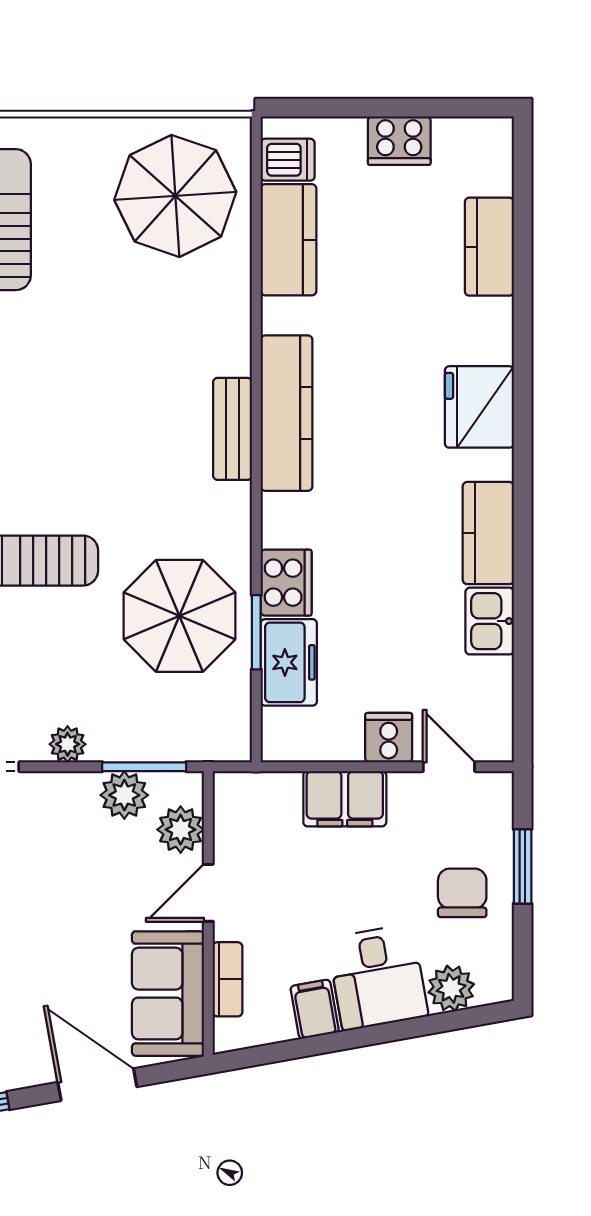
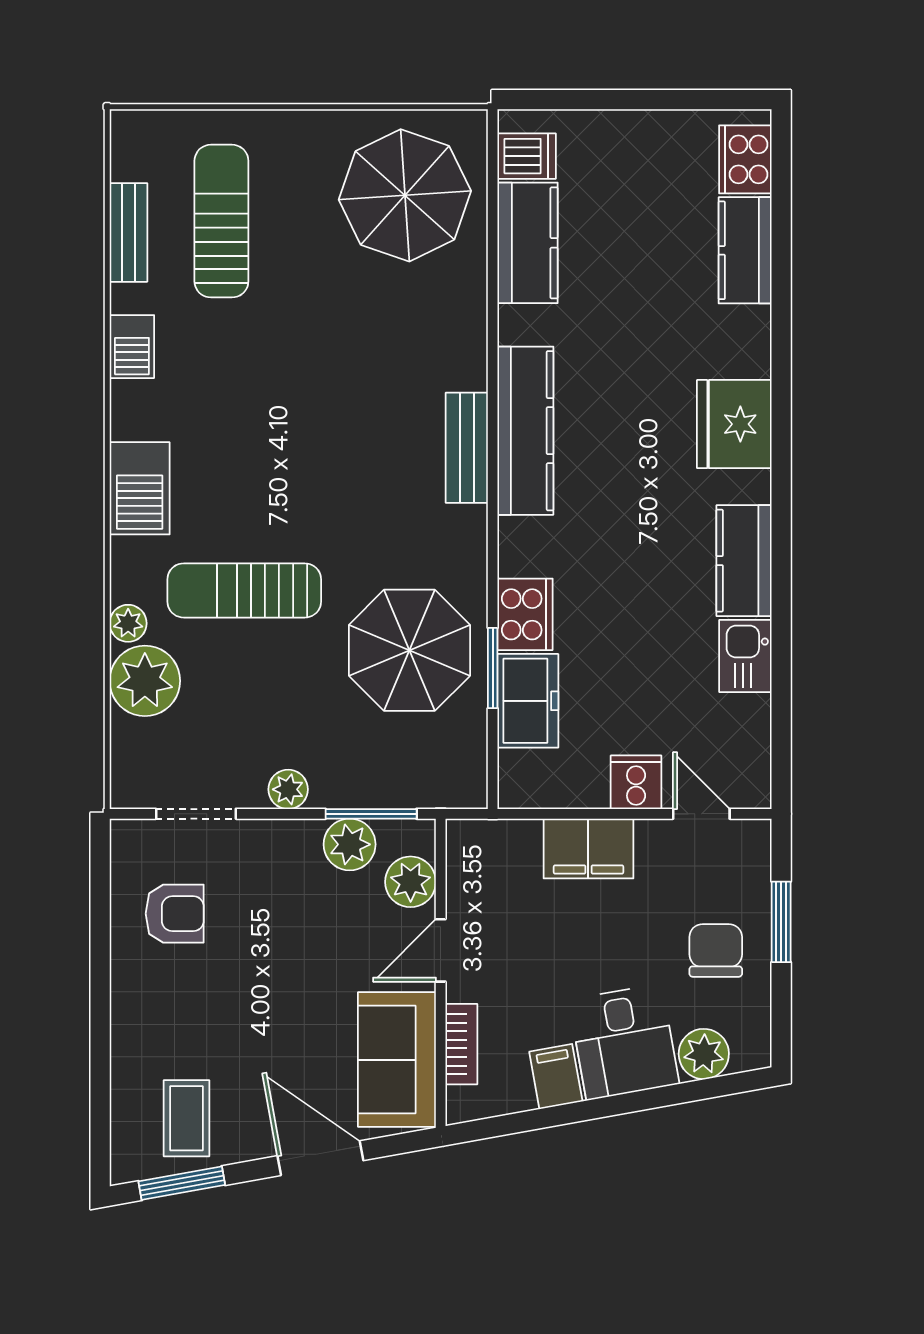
cooker: (399, 141) -> (745, 159), moved, turned 90

